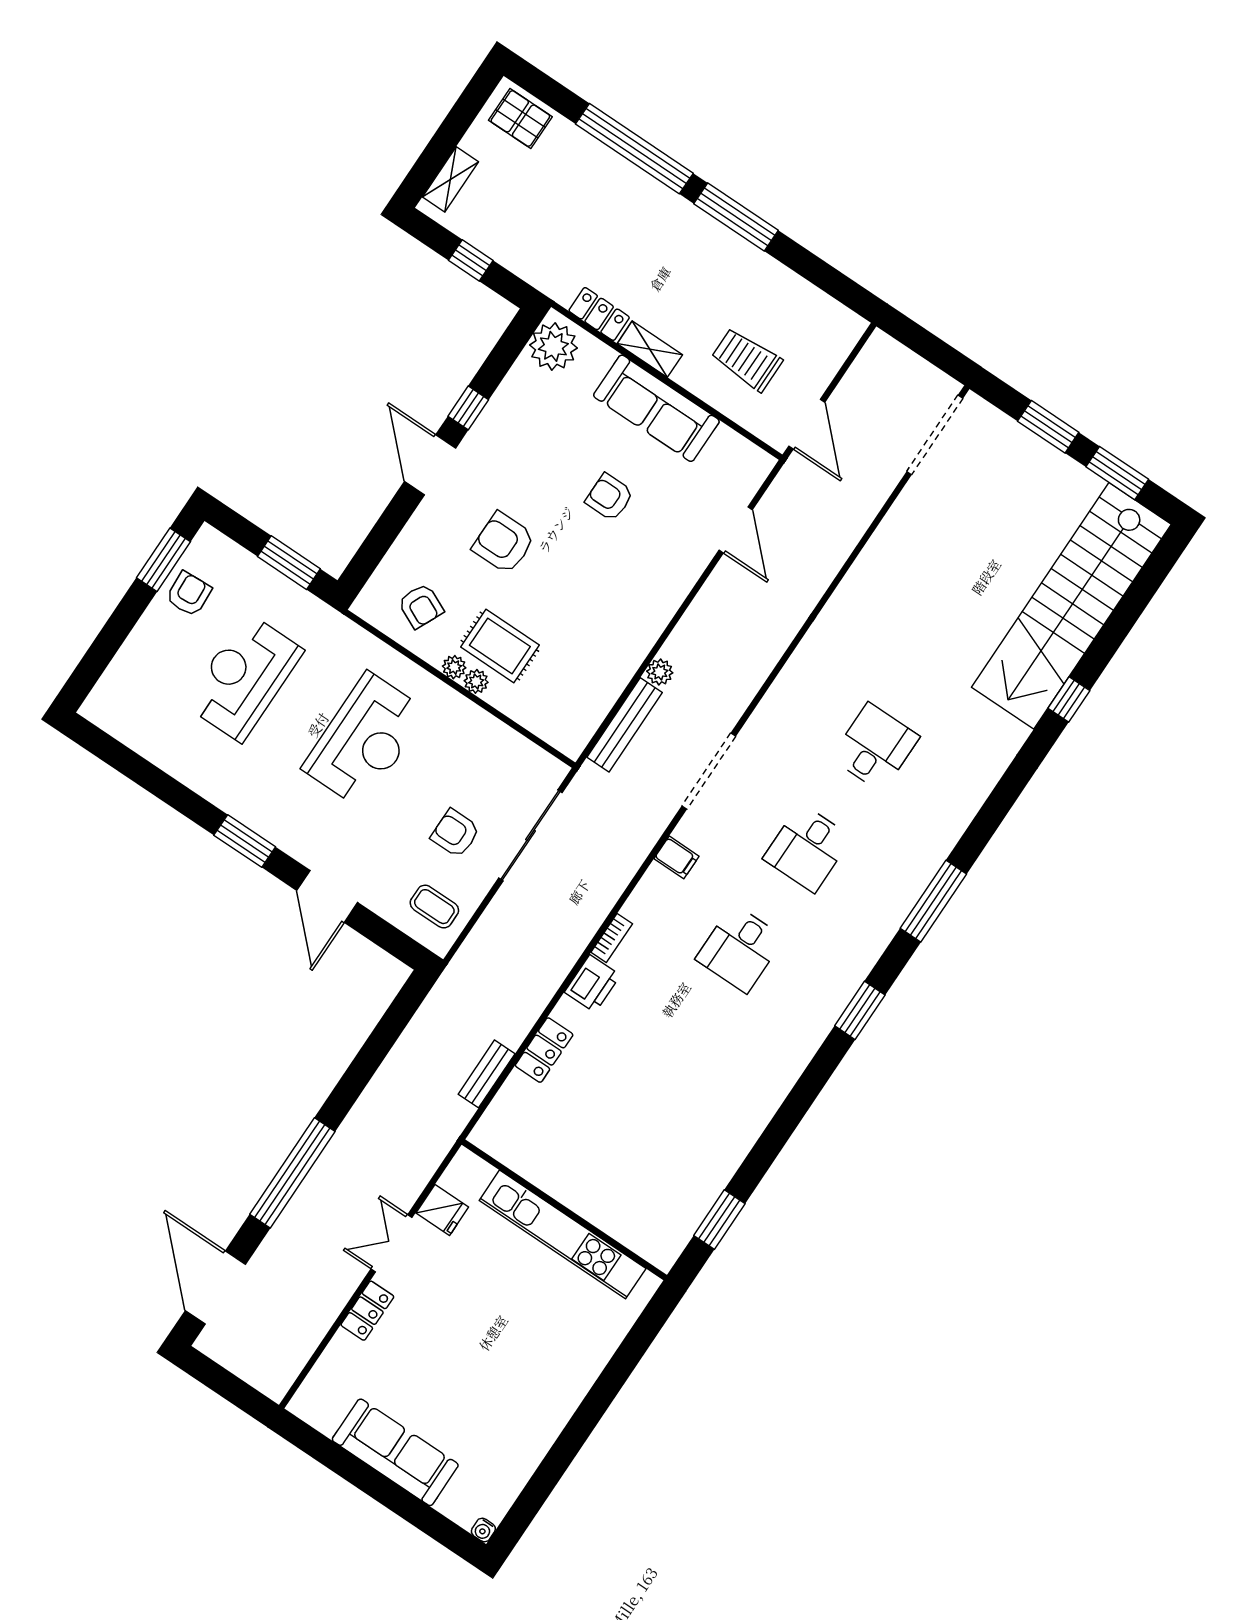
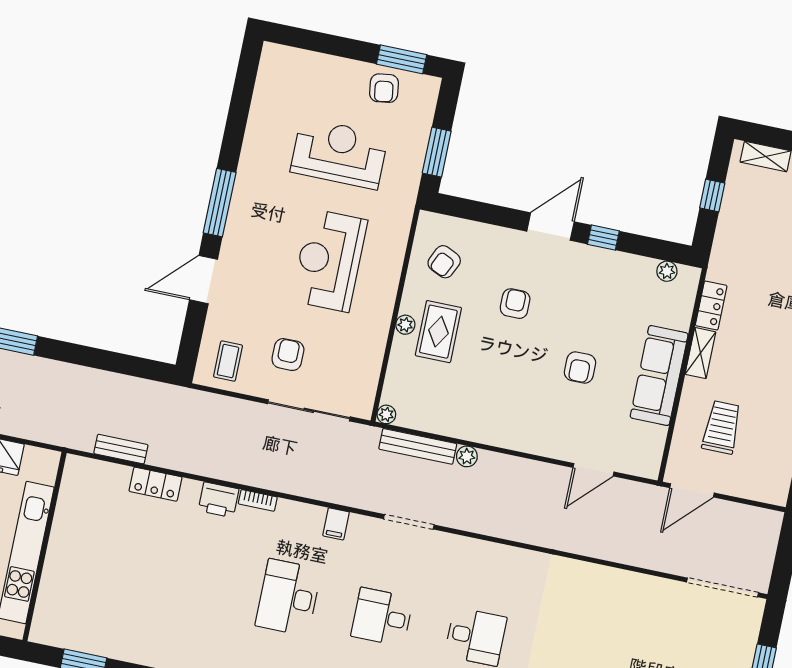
plant: (553, 346) -> (667, 271), width x0.53, depth x0.53
armchair: (609, 497) -> (580, 368), turned 180
armchair: (504, 543) -> (515, 304), width x0.72, depth x0.72
armchair: (189, 594) -> (384, 88), turned 85
plant: (454, 667) -> (386, 414), moved
reception desk: (365, 740) -> (329, 260), turned 90
doorway: (709, 771) -> (409, 522), width x0.73
window: (245, 841) -> (220, 203), width x1.44
desk: (740, 948) -> (288, 597), width x1.37

